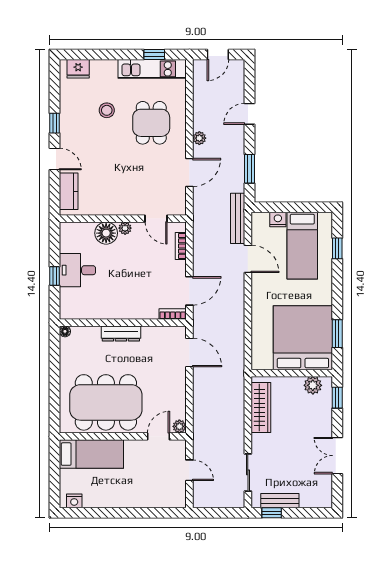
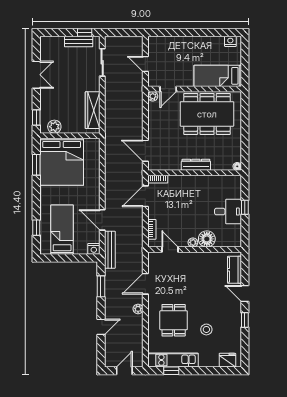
nightstand: (278, 220) -> (94, 249), moved

